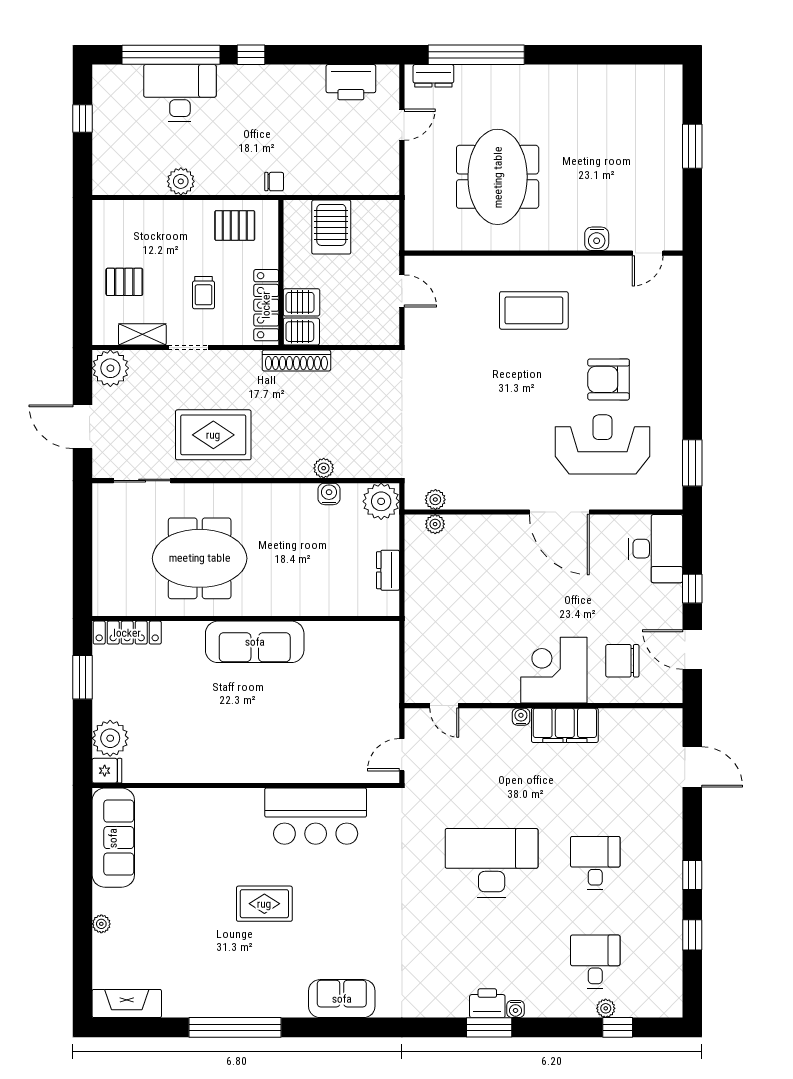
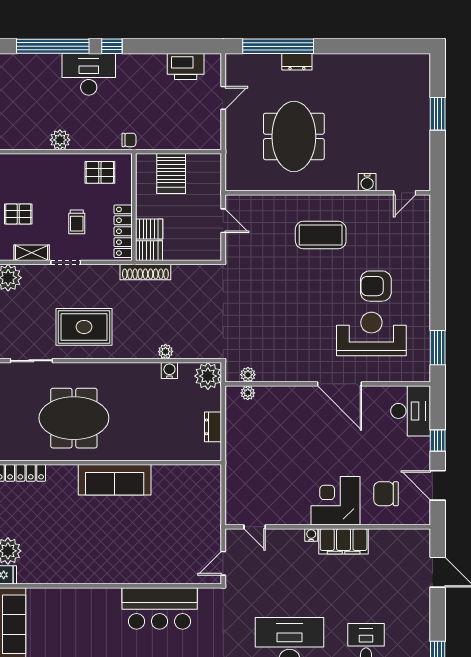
dresser: (433, 76) -> (297, 62), moved
desk: (180, 93) -> (89, 74), moved

